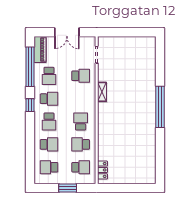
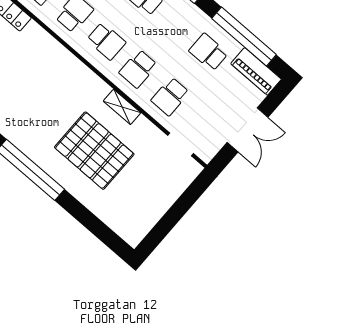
double door: (67, 32) -> (248, 130), swing flipped
pallet: (130, 88) -> (94, 151), added
school desk: (49, 99) -> (138, 69), moved

